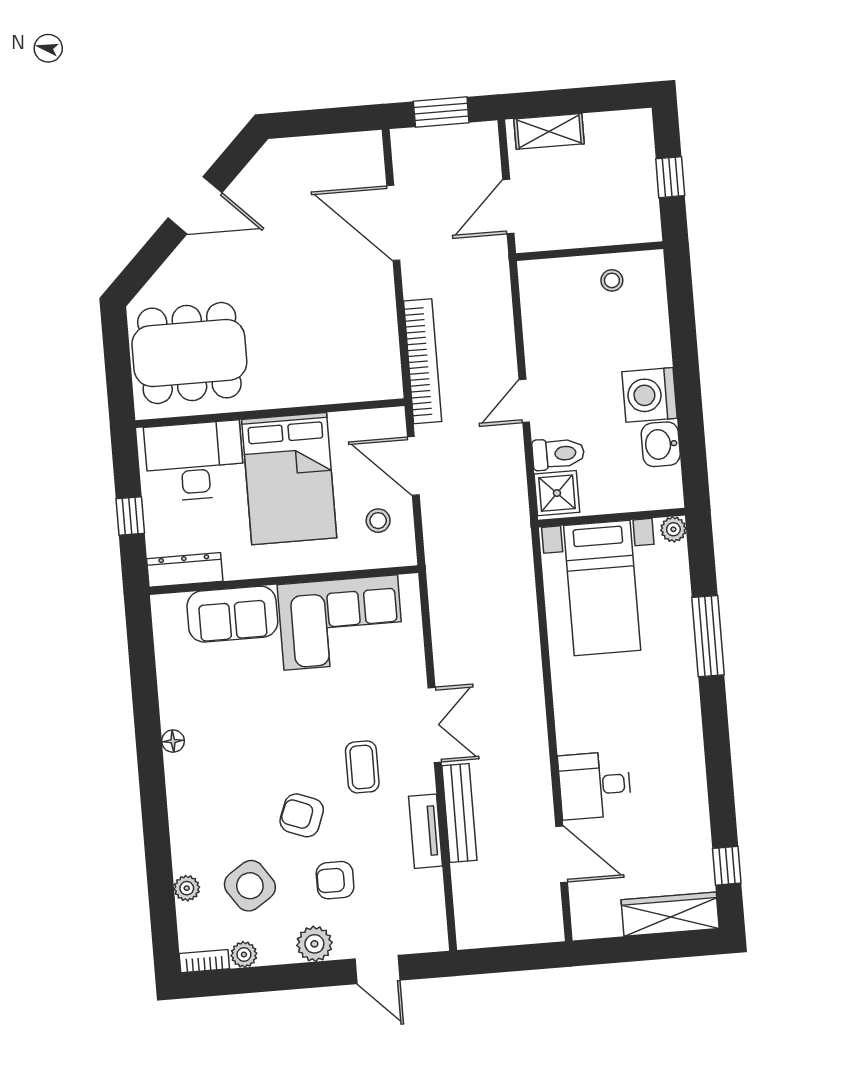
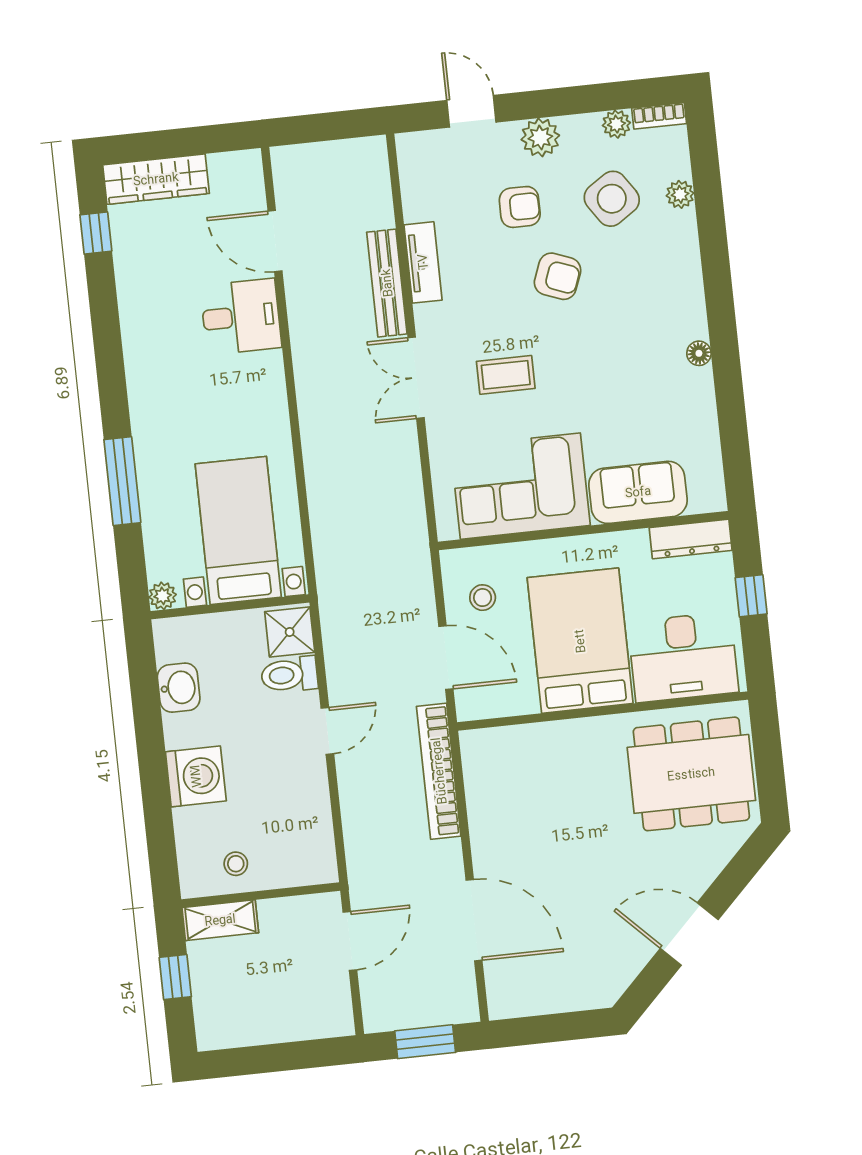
shelving: (549, 131) -> (220, 920), moved
washing machine: (650, 395) -> (196, 776), moved
coffee table: (362, 767) -> (506, 375), moved, turned 90

